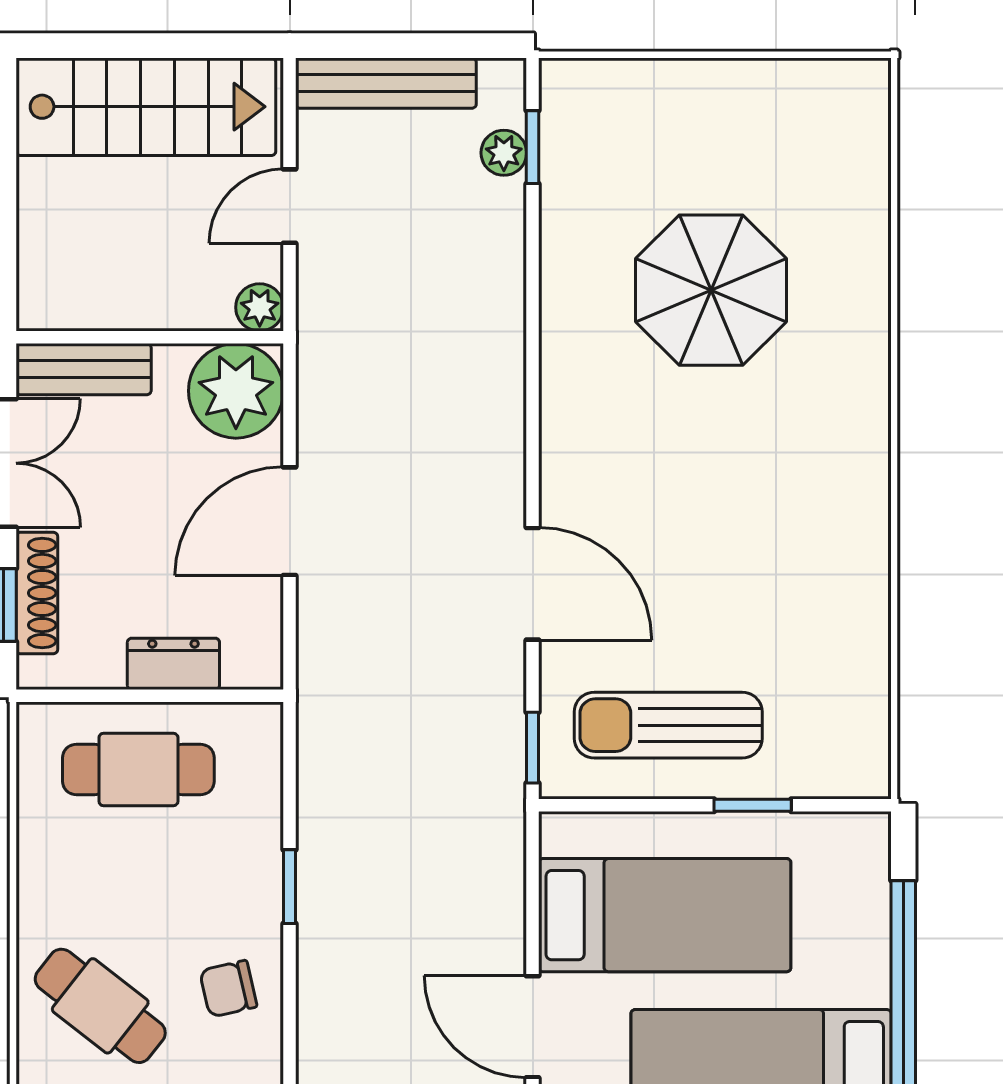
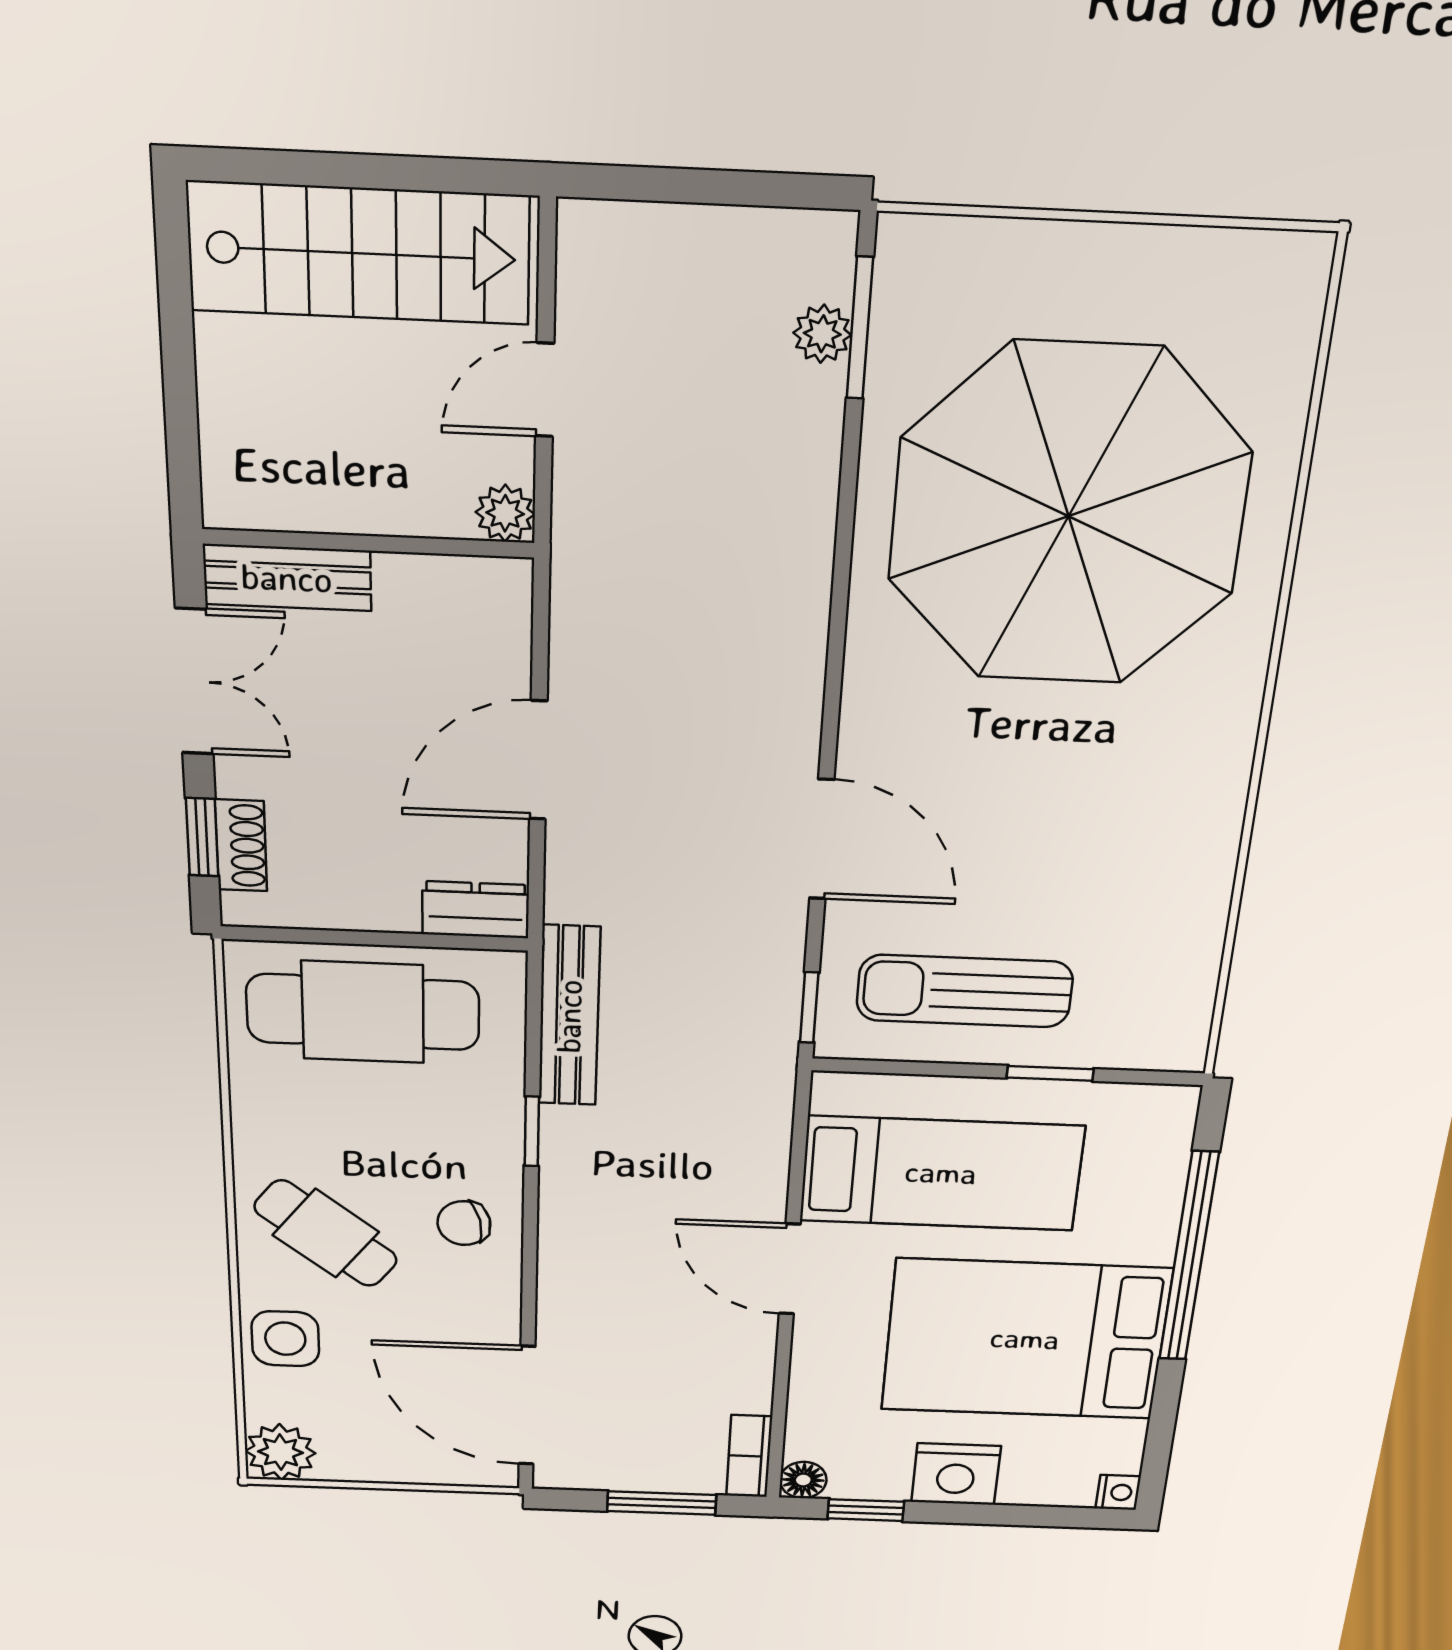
bench: (386, 83) -> (569, 1016), moved, turned 90
window: (533, 147) -> (860, 328), width x1.50
parasol: (711, 290) -> (1069, 516), width x1.86, depth x1.86
plant: (236, 391) -> (475, 611), removed
shoe rack: (37, 593) -> (241, 845), width x0.70
dresser: (173, 664) -> (475, 910), moved
cafe table: (138, 770) -> (363, 1012), width x1.37, depth x1.35

